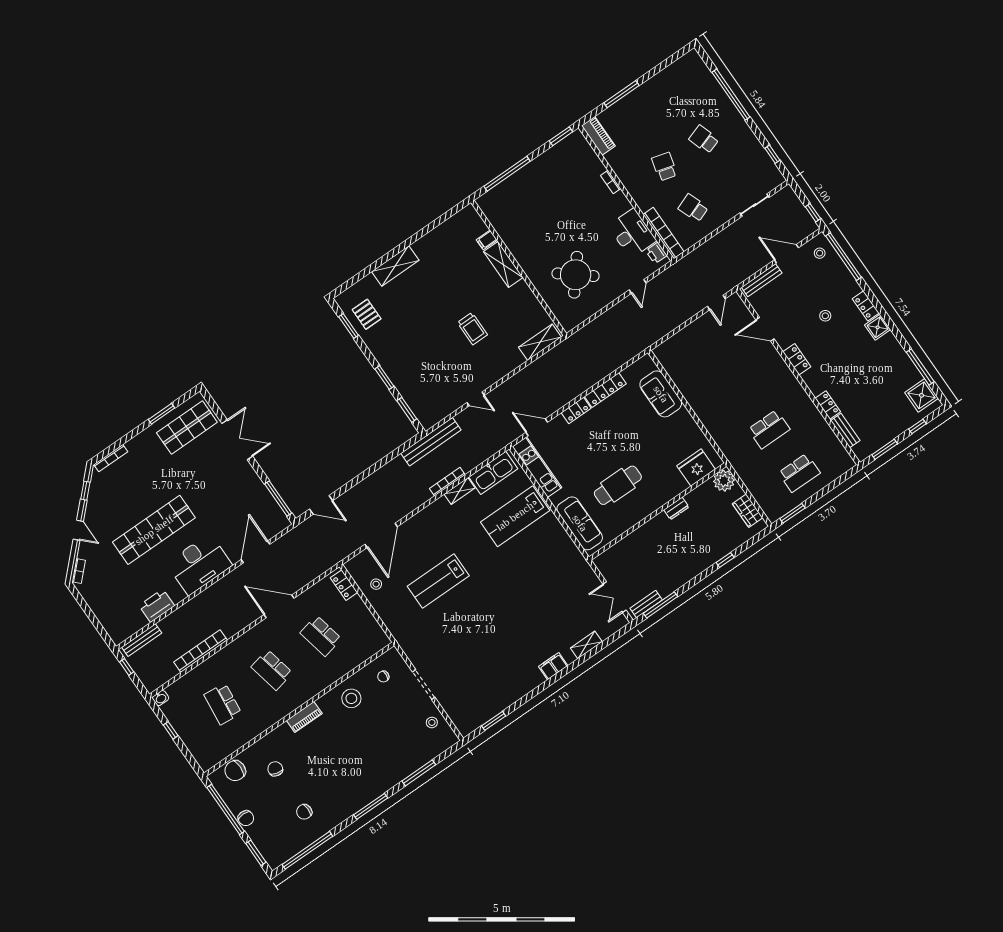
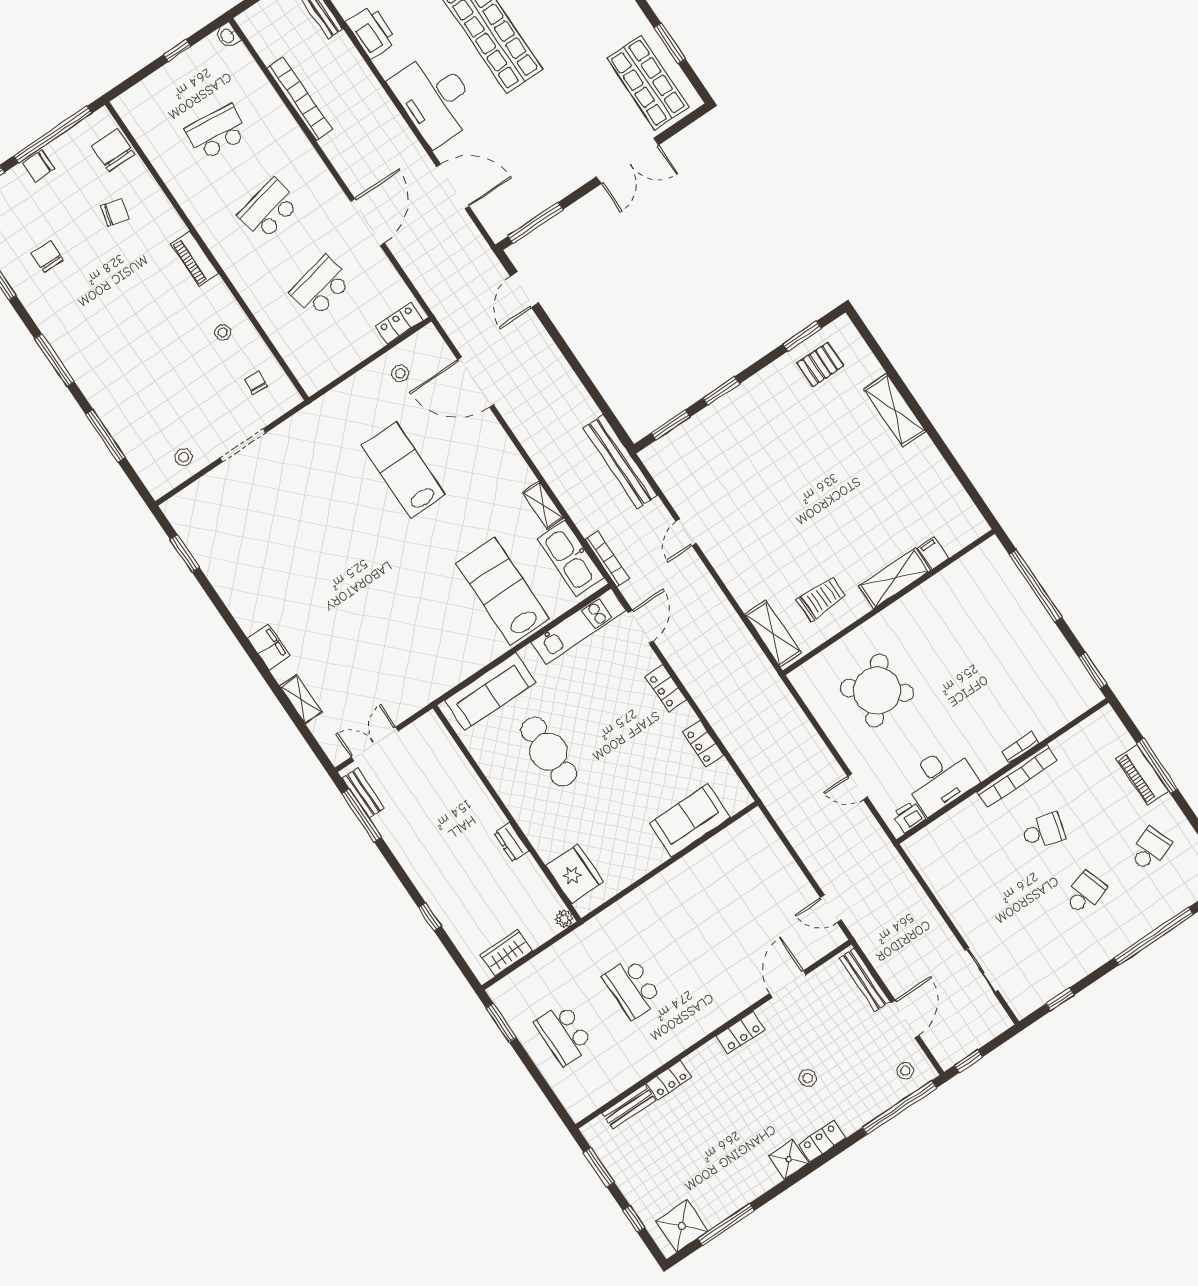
piano: (598, 136) -> (1142, 775), moved, turned 90
school desk: (693, 208) -> (1150, 849), moved
bookcase: (664, 233) -> (1017, 776), moved
trolley: (472, 329) -> (821, 599), moved, turned 180
locker: (605, 390) -> (703, 744), width x0.66
plant: (724, 481) -> (564, 919), width x0.53, depth x0.53
bookcase: (447, 482) -> (607, 559), moved
stool: (351, 698) -> (223, 332), width x0.53, depth x0.53

